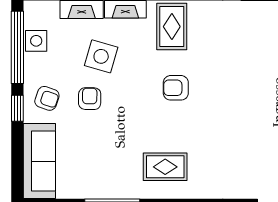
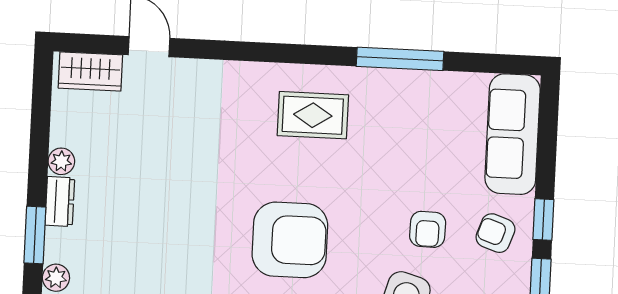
armchair: (176, 88) -> (290, 240), width x1.88, depth x1.88

